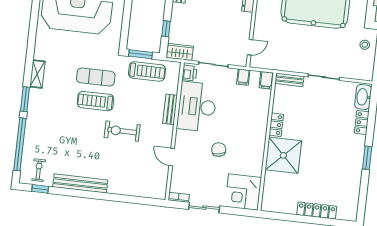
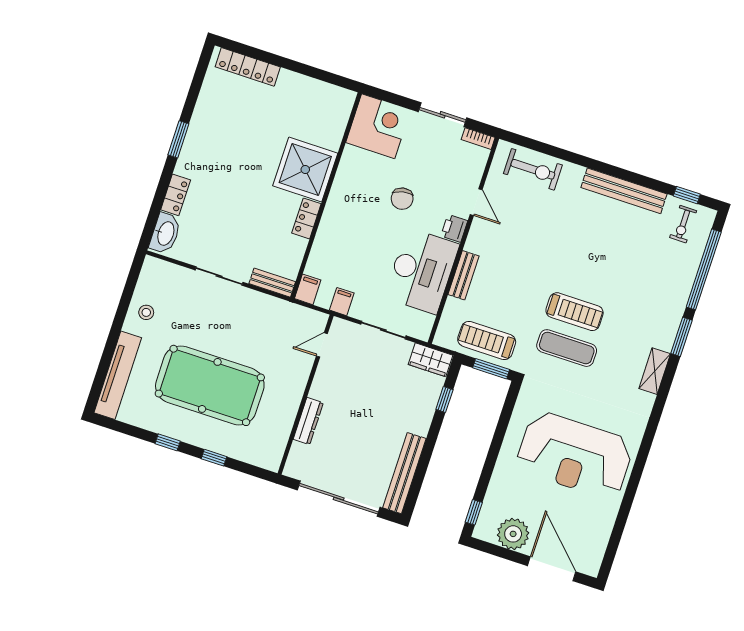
printer: (189, 73) -> (454, 228), moved
exercise bike: (122, 131) -> (533, 169), moved
locker: (317, 210) -> (248, 67), moved

